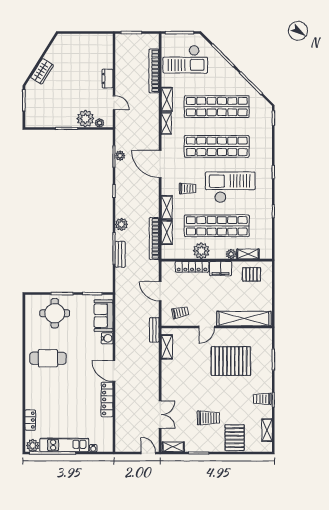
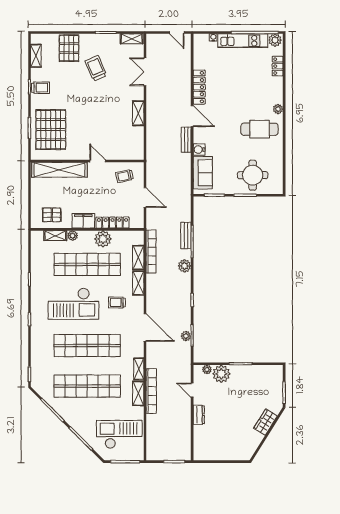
bookcase: (154, 71) -> (151, 391), moved
door: (207, 327) -> (98, 161), hinge flipped
bench: (154, 330) -> (186, 140), moved
shelving: (167, 347) -> (138, 113), moved
pallet: (231, 361) -> (51, 130), moved, turned 90
plant: (30, 378) -> (278, 109), added
trolley: (208, 418) -> (96, 68), turned 67
door: (148, 453) -> (177, 33), moved

